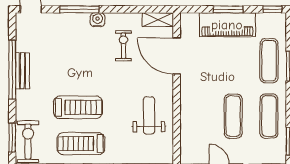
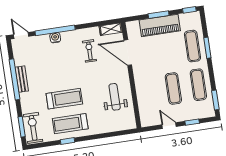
window: (80, 9) -> (55, 30), width x1.46
water cooler: (98, 20) -> (55, 38), moved

